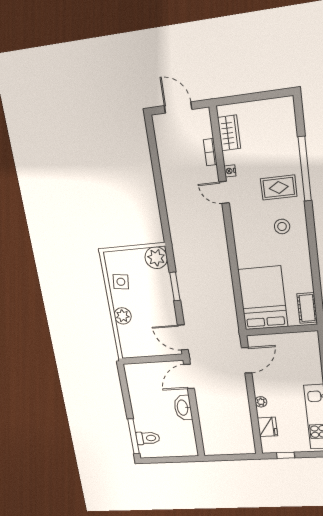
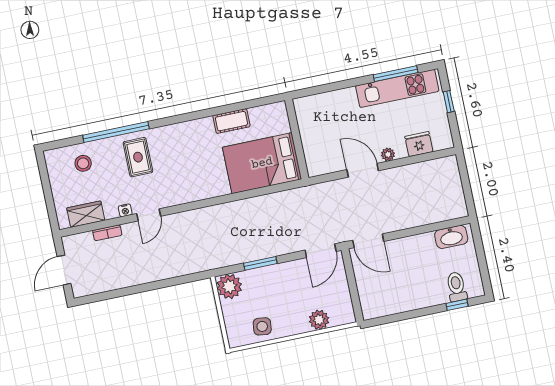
stool: (282, 226) -> (83, 163), moved
cot: (307, 308) -> (231, 121), moved
plant: (123, 316) -> (319, 320), moved
door: (247, 360) -> (363, 170), moved
washbasin: (183, 408) -> (451, 237), moved
window: (133, 436) -> (457, 305), width x0.46
window: (286, 455) -> (449, 102), moved

